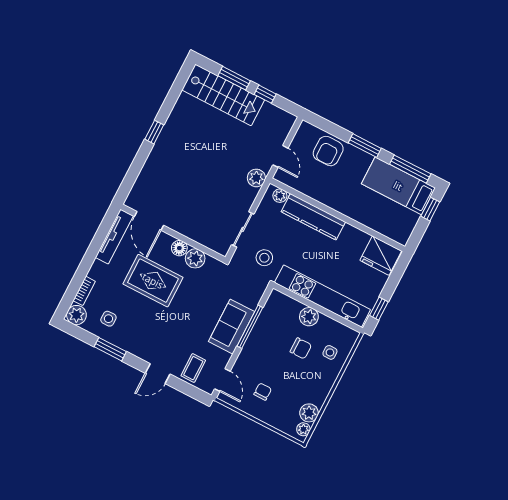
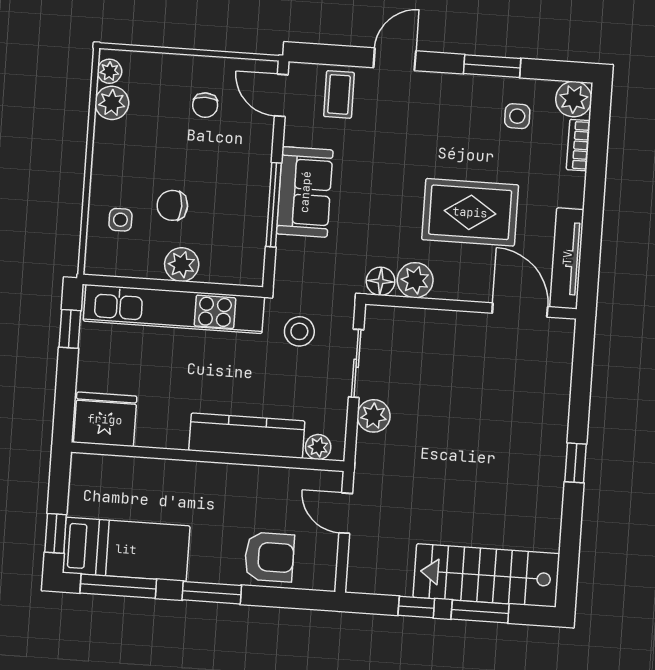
armchair: (328, 151) -> (269, 557), turned 90
plant: (256, 178) -> (374, 416), moved
floor lamp: (179, 248) -> (381, 281), moved

